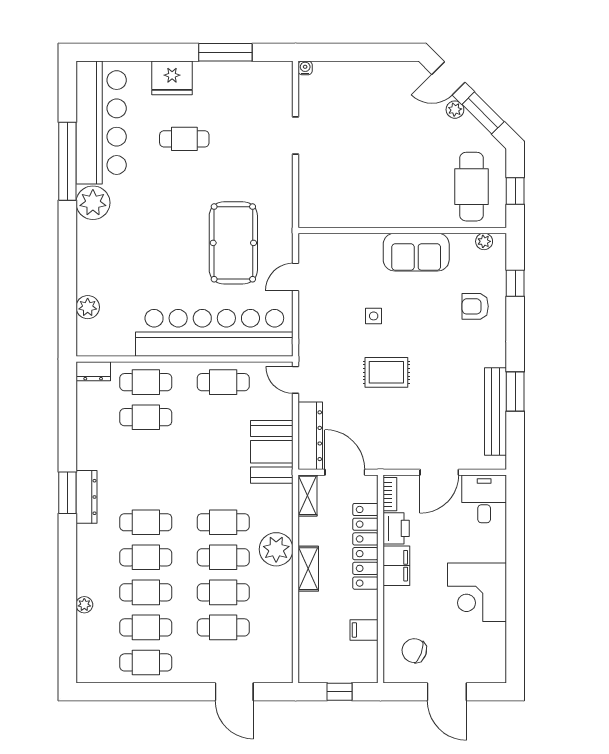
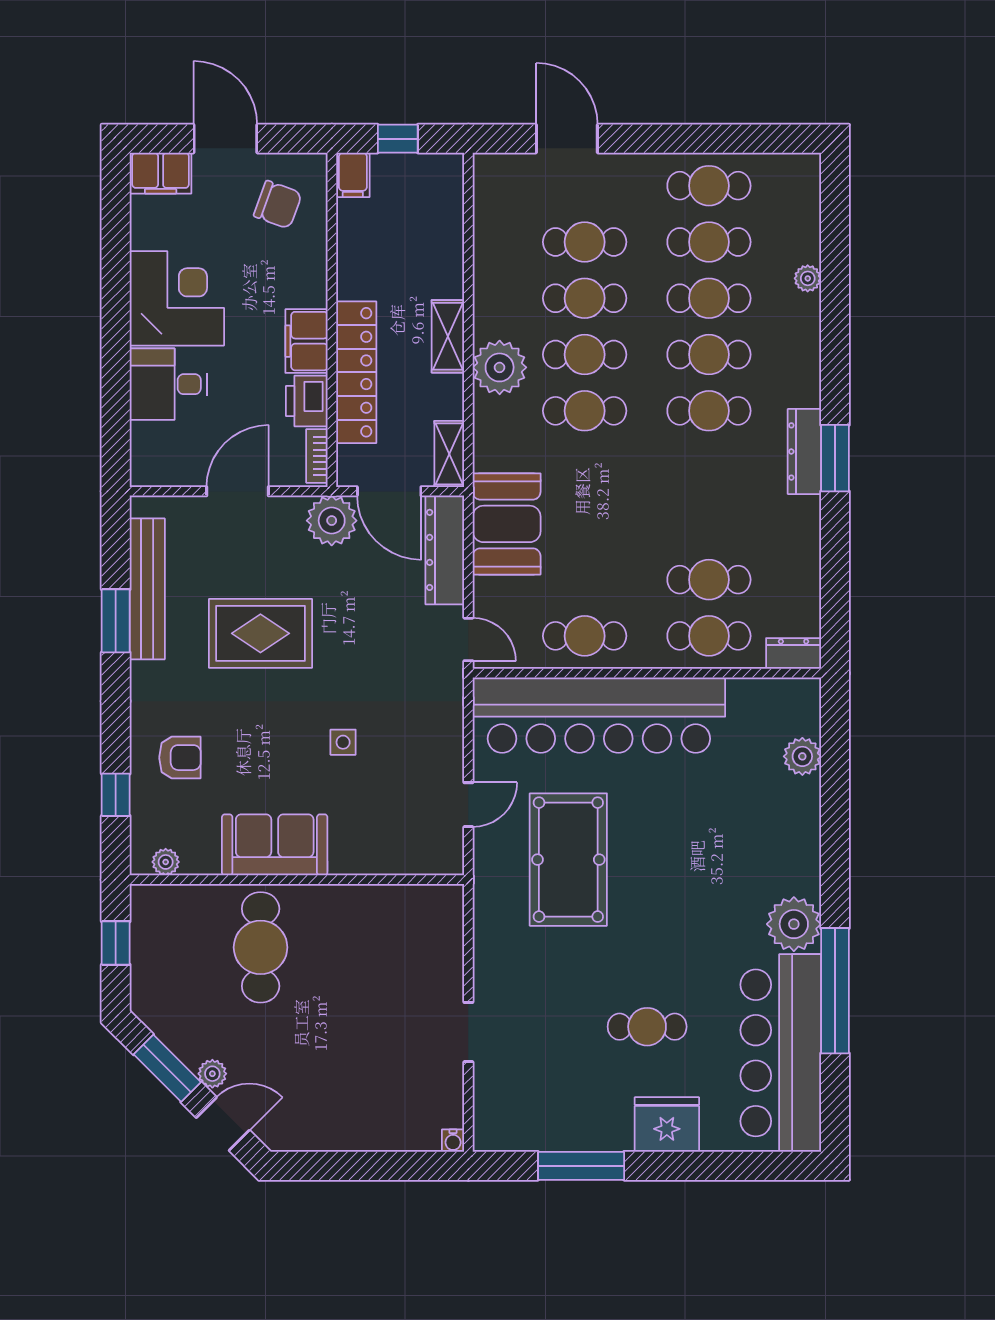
cafe table: (471, 187) -> (261, 947), moved
rug: (386, 372) -> (260, 633), moved, width x1.36, depth x1.43
plant: (381, 454) -> (332, 521), added
desk: (484, 499) -> (168, 384), moved, turned 90
filing cabinet: (364, 630) -> (353, 175), moved, turned 90
filing cabinet: (487, 670) -> (161, 173), added

